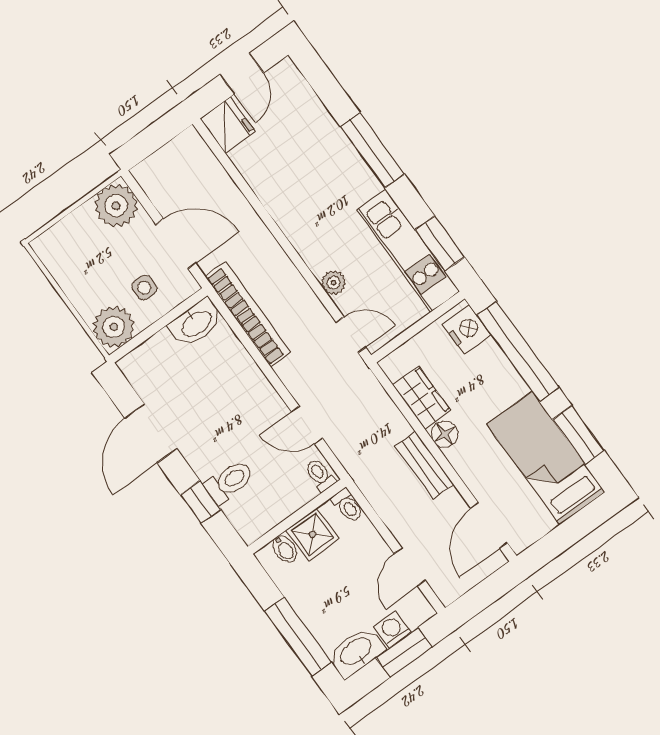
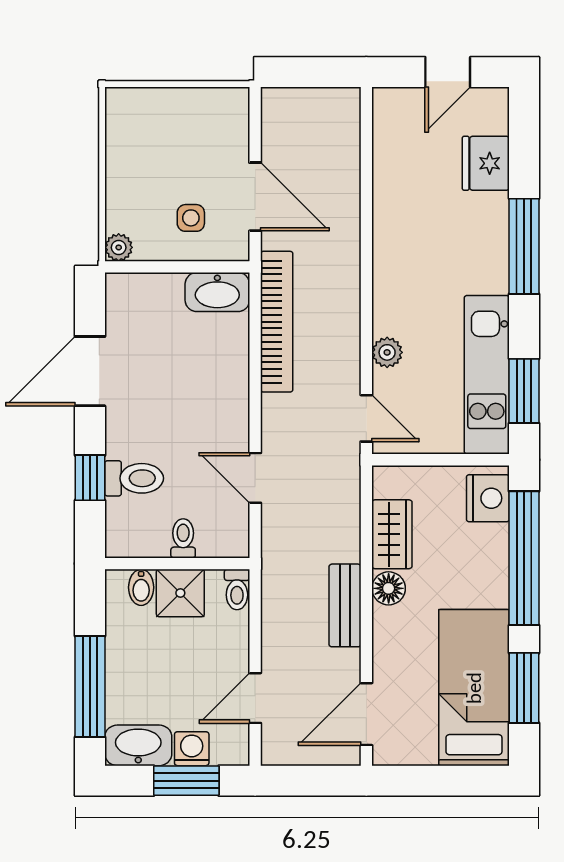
fridge: (228, 125) -> (486, 163), moved, turned 180
plant: (116, 206) -> (223, 114), removed
plant: (114, 327) -> (119, 247), width x0.53, depth x0.53
toilet: (320, 475) -> (183, 538), moved

